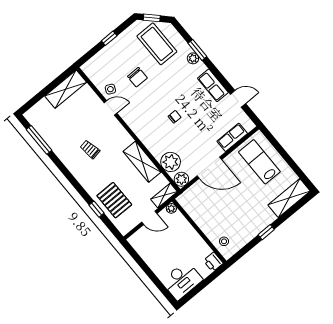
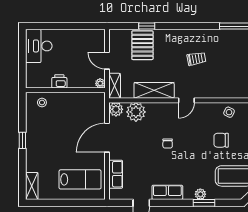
door: (110, 108) -> (186, 100), moved
shelving: (289, 198) -> (32, 186), width x0.67, depth x0.75
pallet: (114, 200) -> (142, 45), turned 90
door: (149, 218) -> (107, 61), hinge flipped
printer: (213, 262) -> (59, 81), moved

